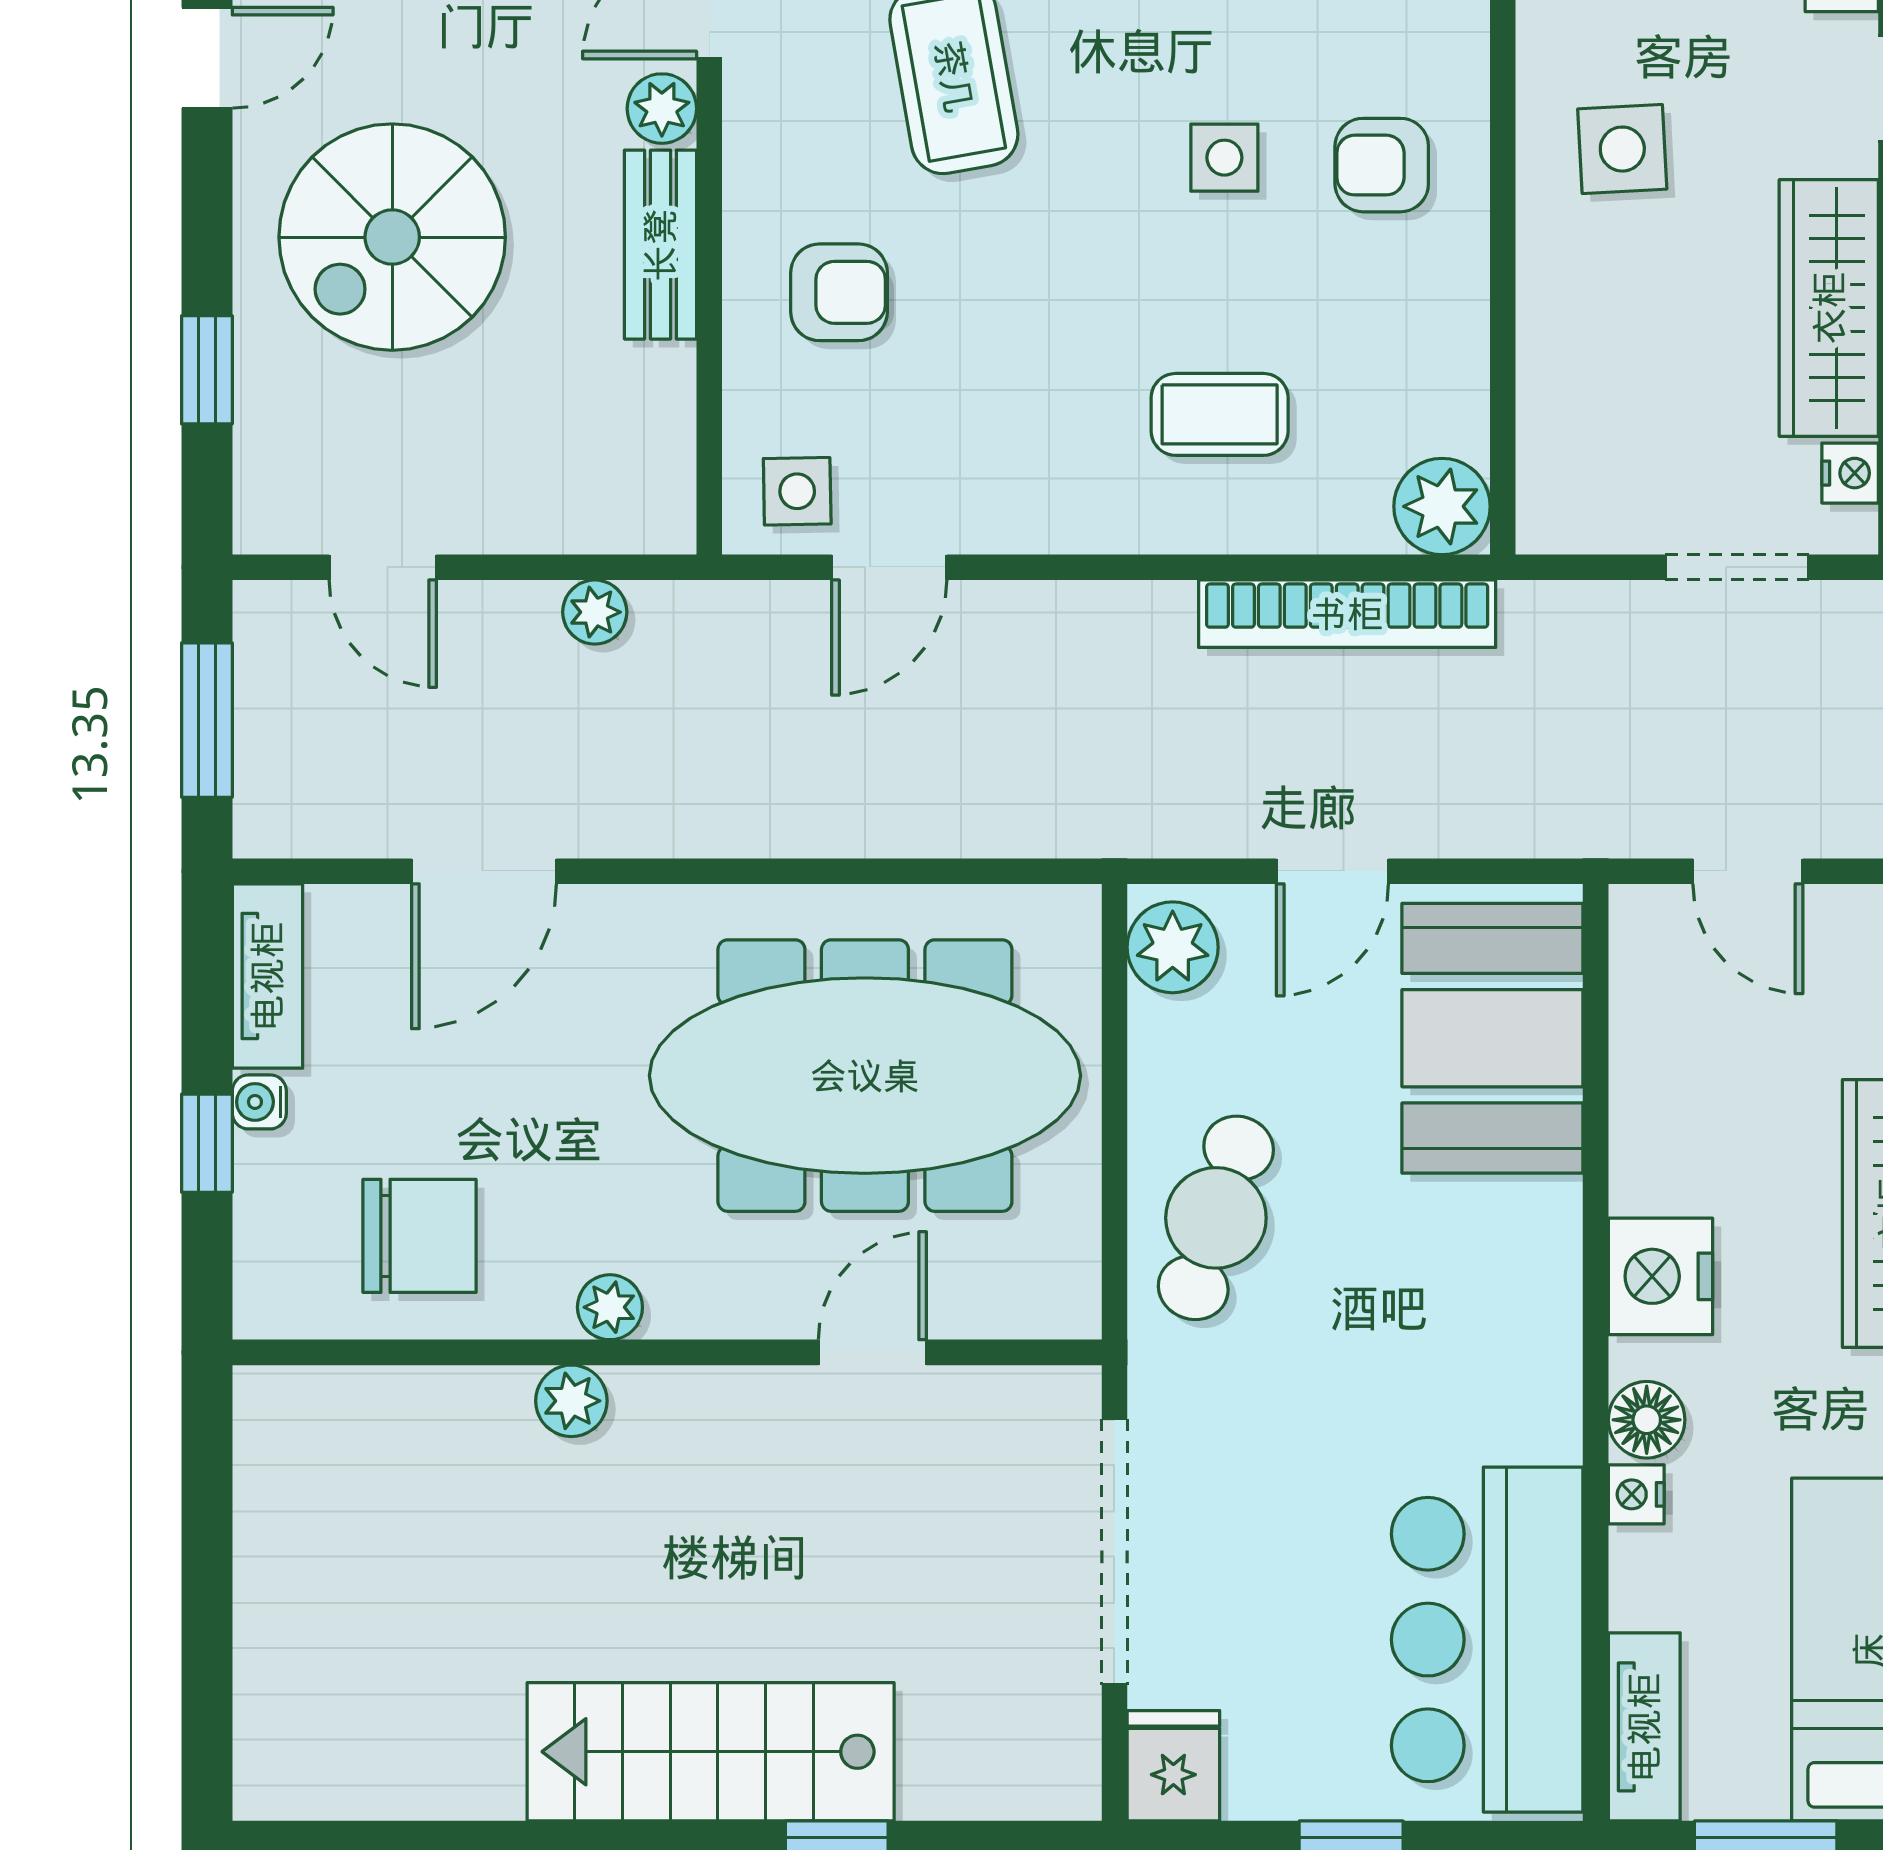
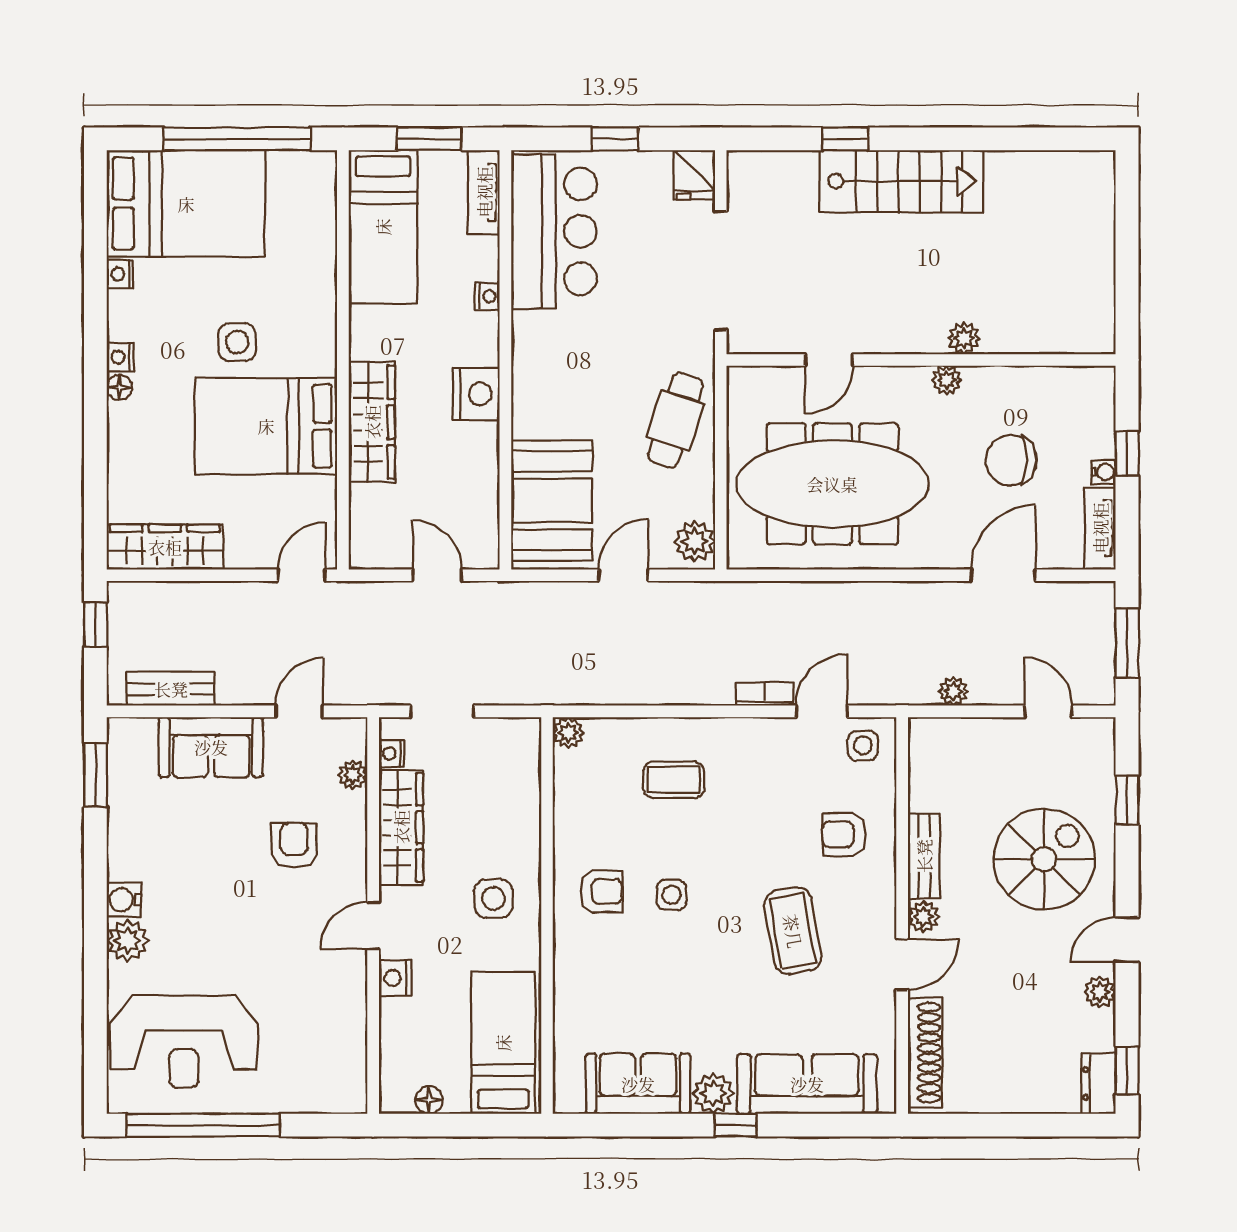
plant: (1442, 506) -> (568, 733), width x0.73, depth x0.73
bookcase: (1347, 614) -> (765, 694), moved, width x0.43, depth x0.76
chair: (419, 1236) -> (1011, 460), moved
floor lamp: (1647, 1420) -> (483, 330), removed

